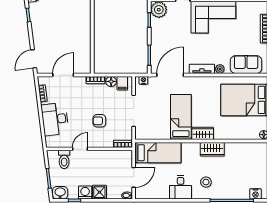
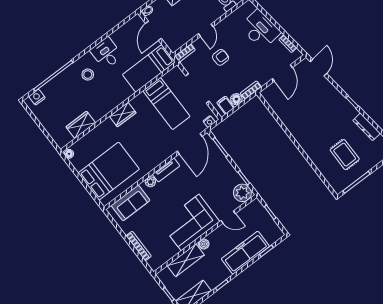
bed: (181, 117) -> (166, 104), moved
door: (80, 149) -> (206, 30), moved
wardrobe: (212, 149) -> (81, 125), moved

